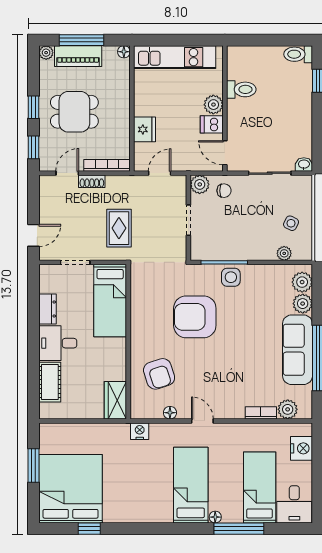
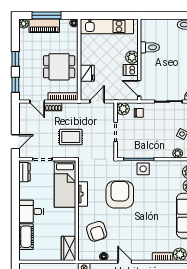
dining table: (74, 112) -> (59, 67), moved
door: (67, 173) -> (37, 101), swing flipped
rug: (119, 228) -> (71, 137), turned 90
dresser: (48, 309) -> (25, 172), moved
tv unit: (137, 316) -> (83, 194), added
armchair: (195, 317) -> (120, 194), turned 90

